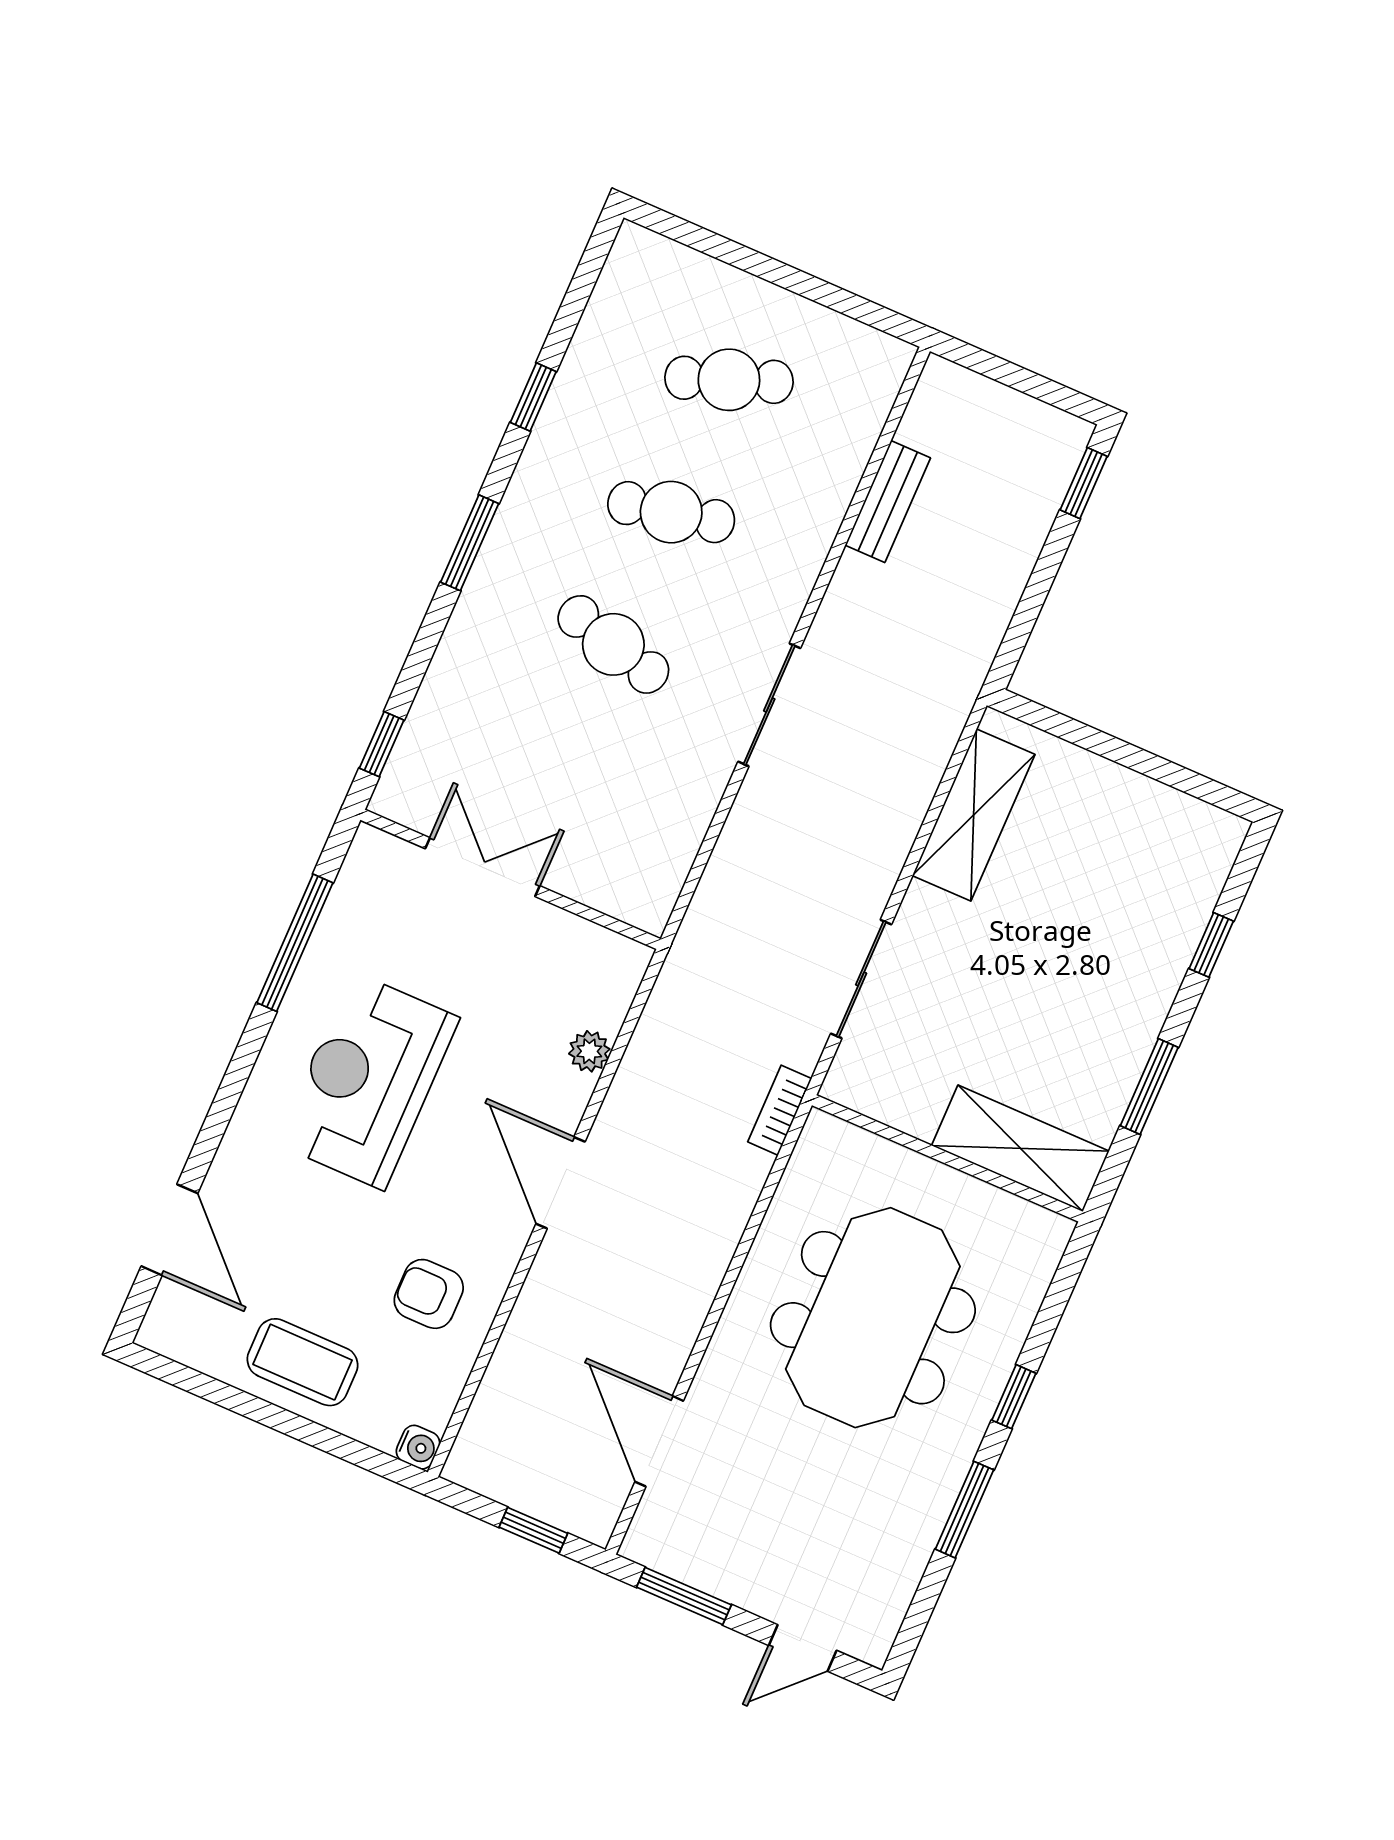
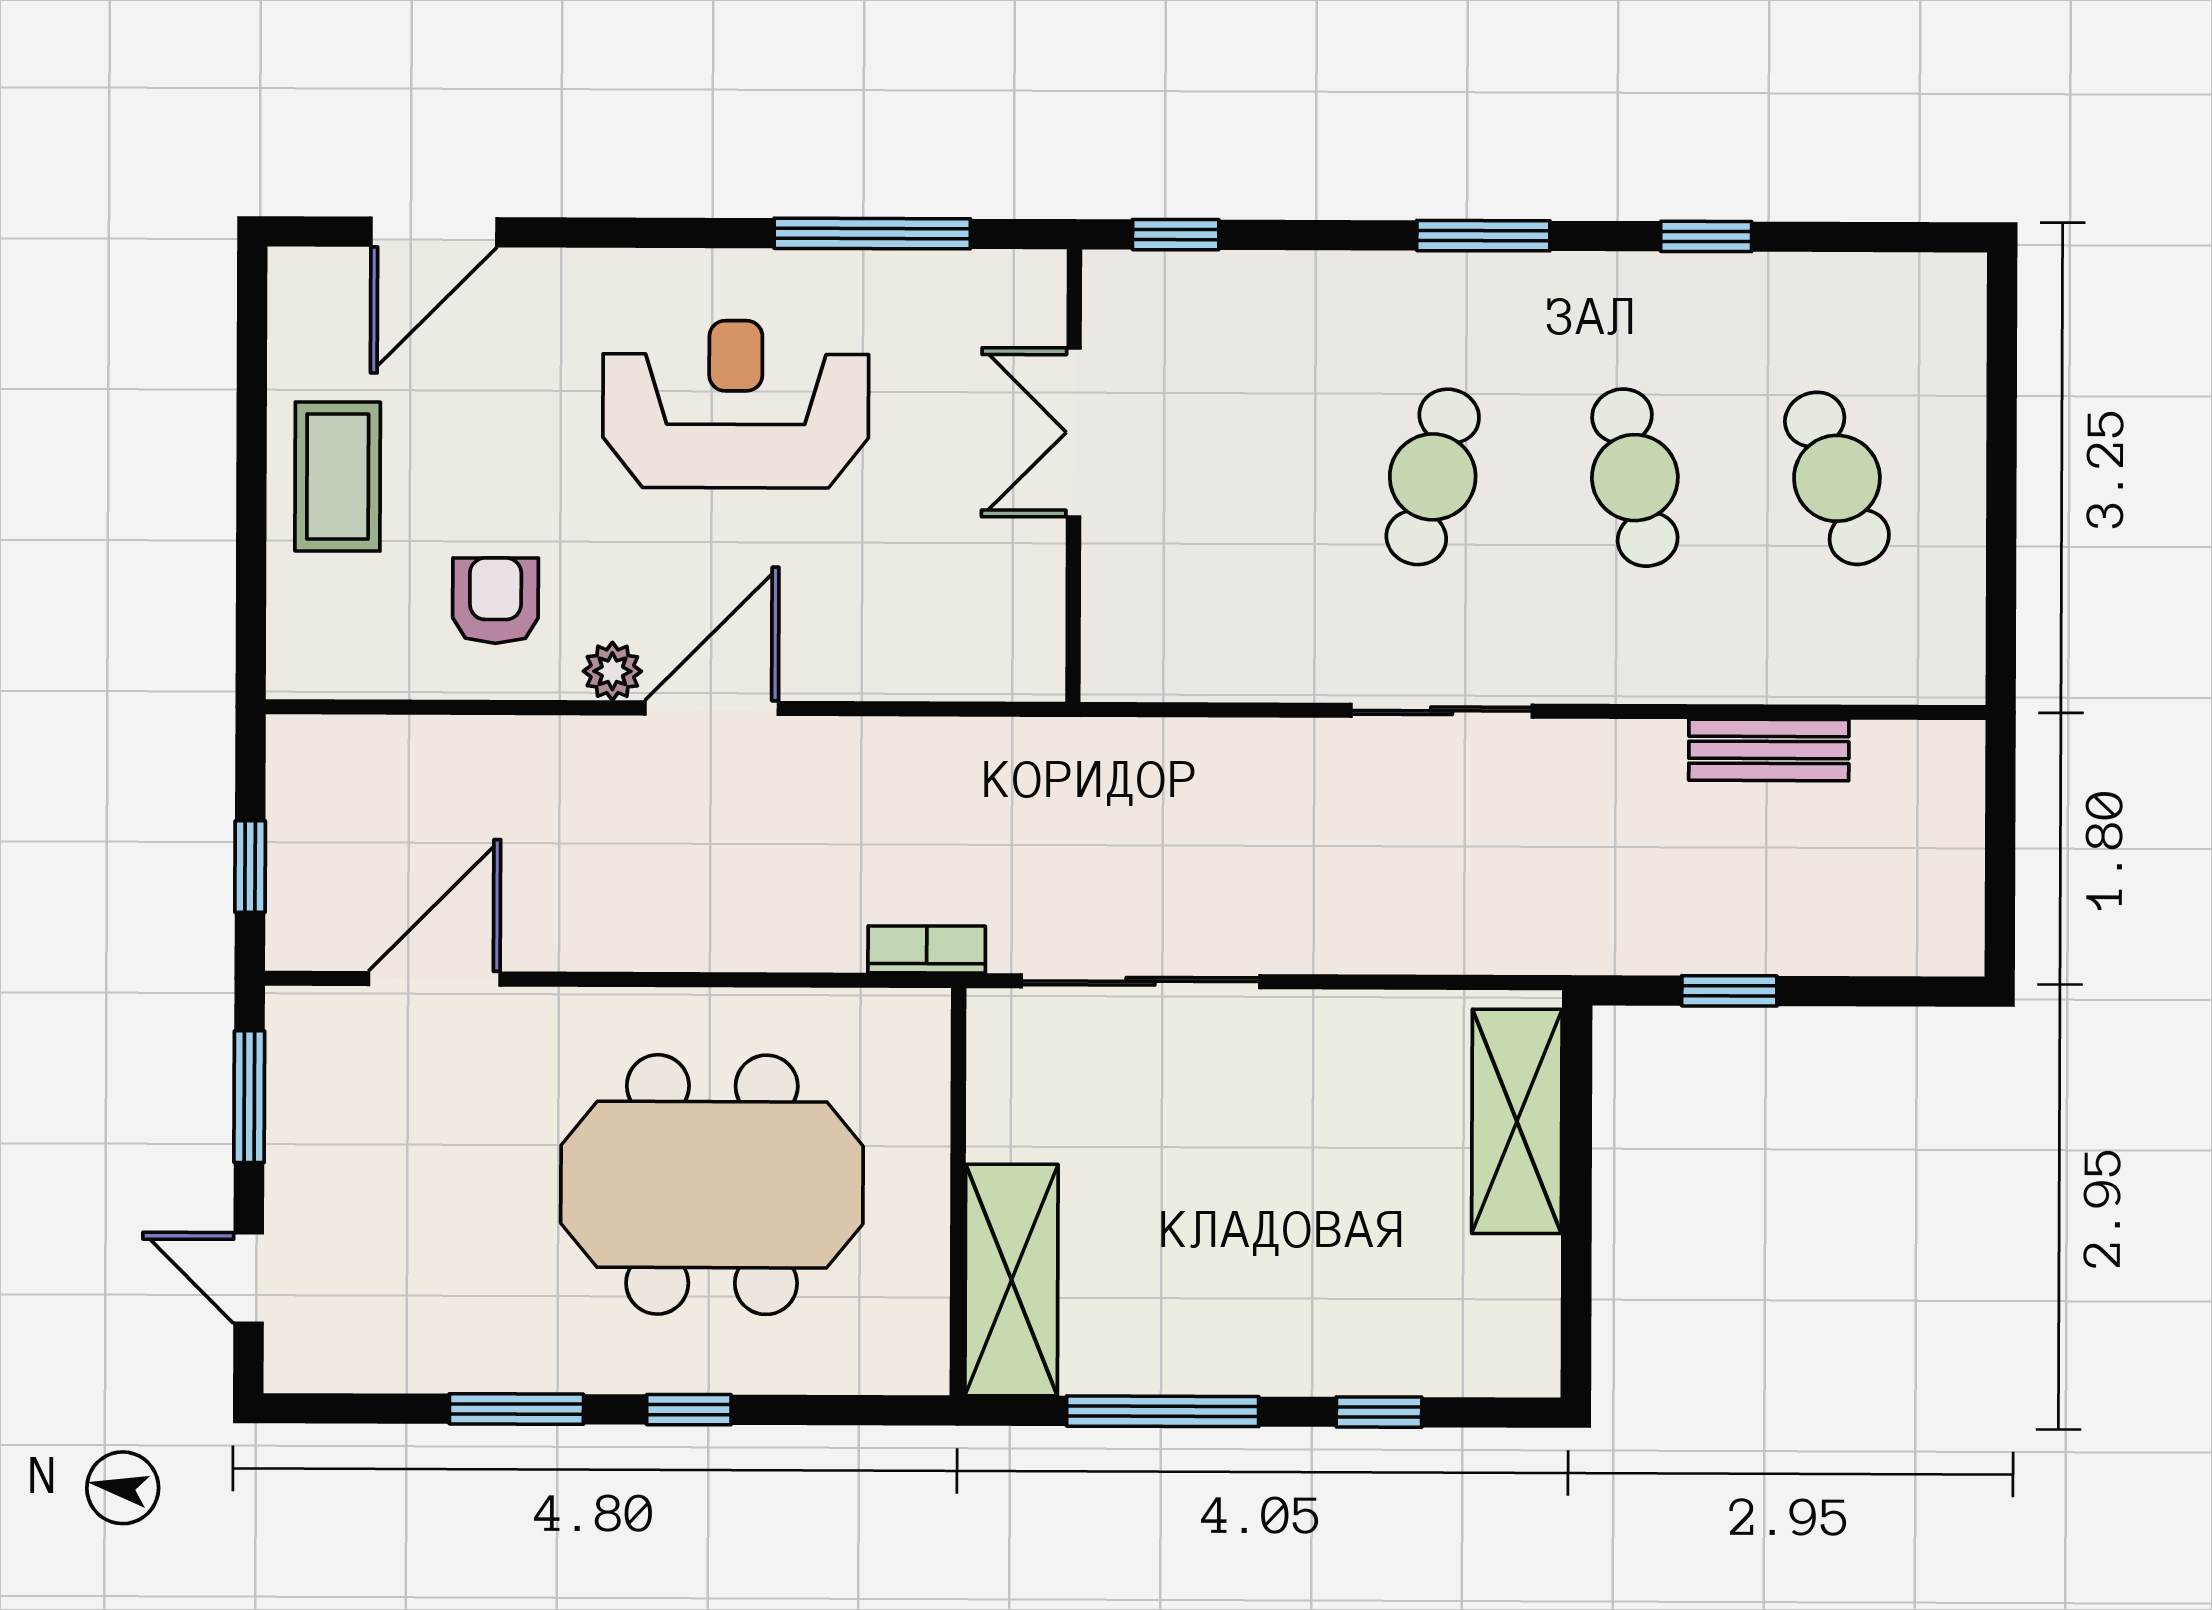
window: (1084, 483) -> (1729, 991), moved
shelving: (974, 815) -> (1517, 1121), moved, turned 90
double door: (482, 867) -> (1074, 433), swing flipped
sliding door: (861, 979) -> (1141, 981), width x1.37
plant: (589, 1051) -> (612, 671), moved
window: (1149, 1087) -> (1163, 1411), width x1.44
water cooler: (418, 1447) -> (293, 672), removed

